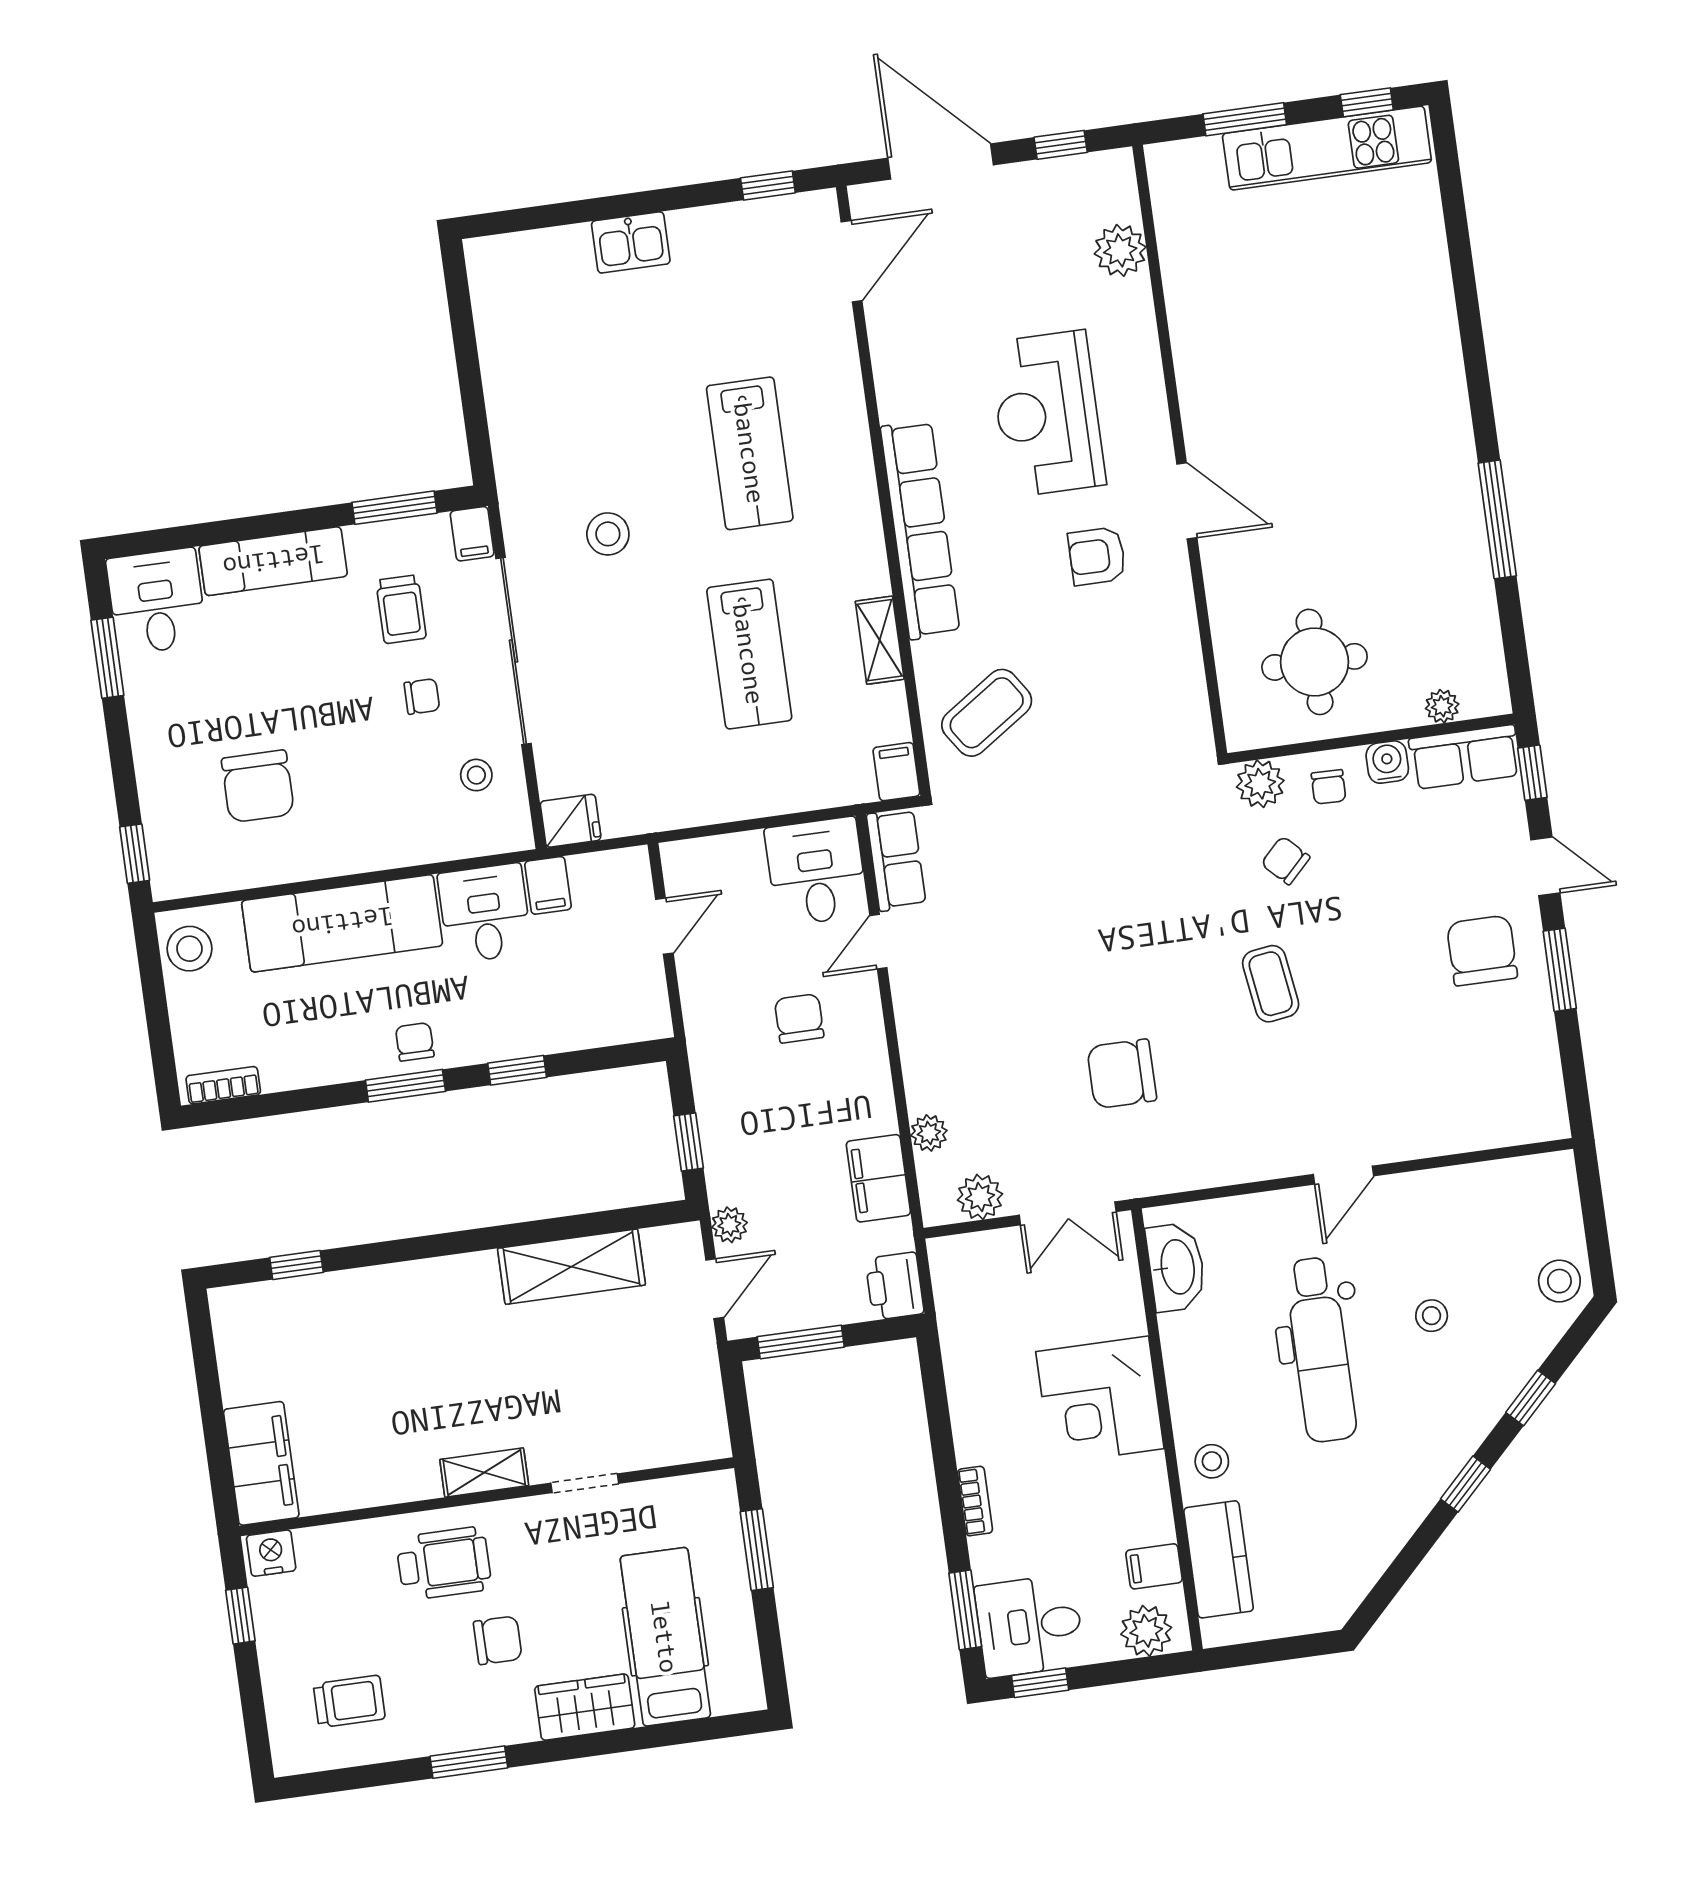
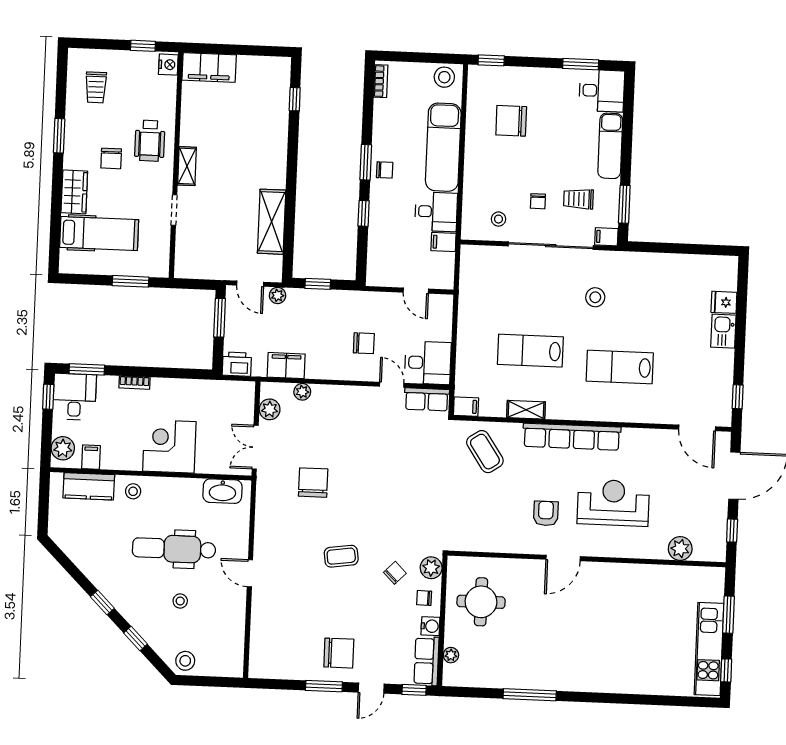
fridge: (571, 821) -> (724, 302), moved, turned 90

